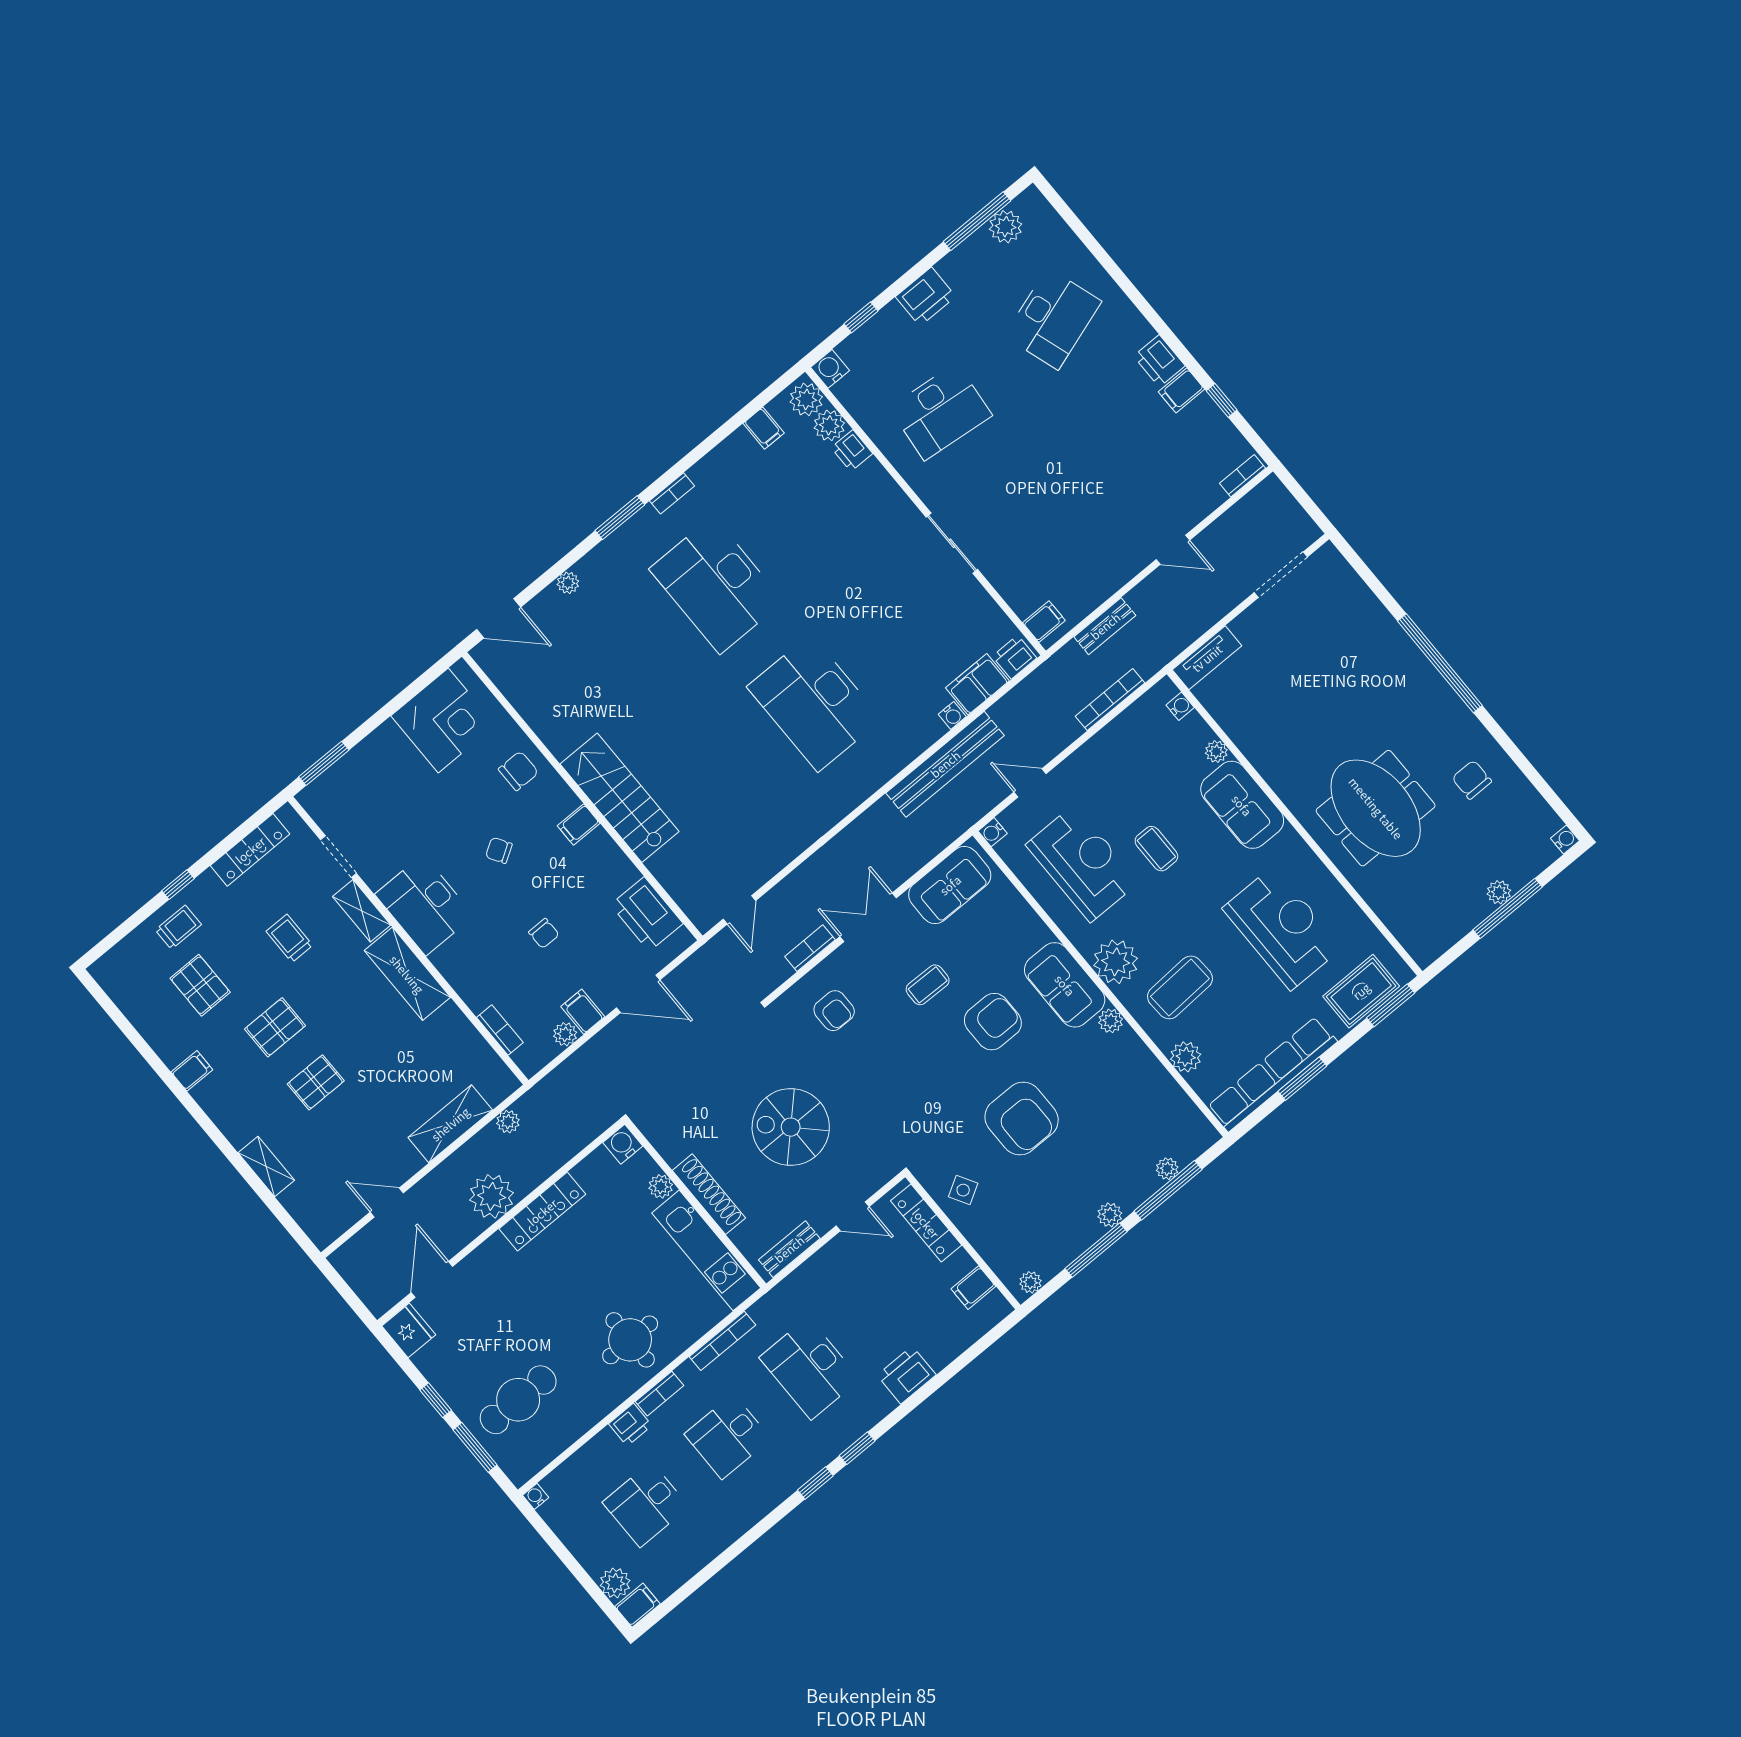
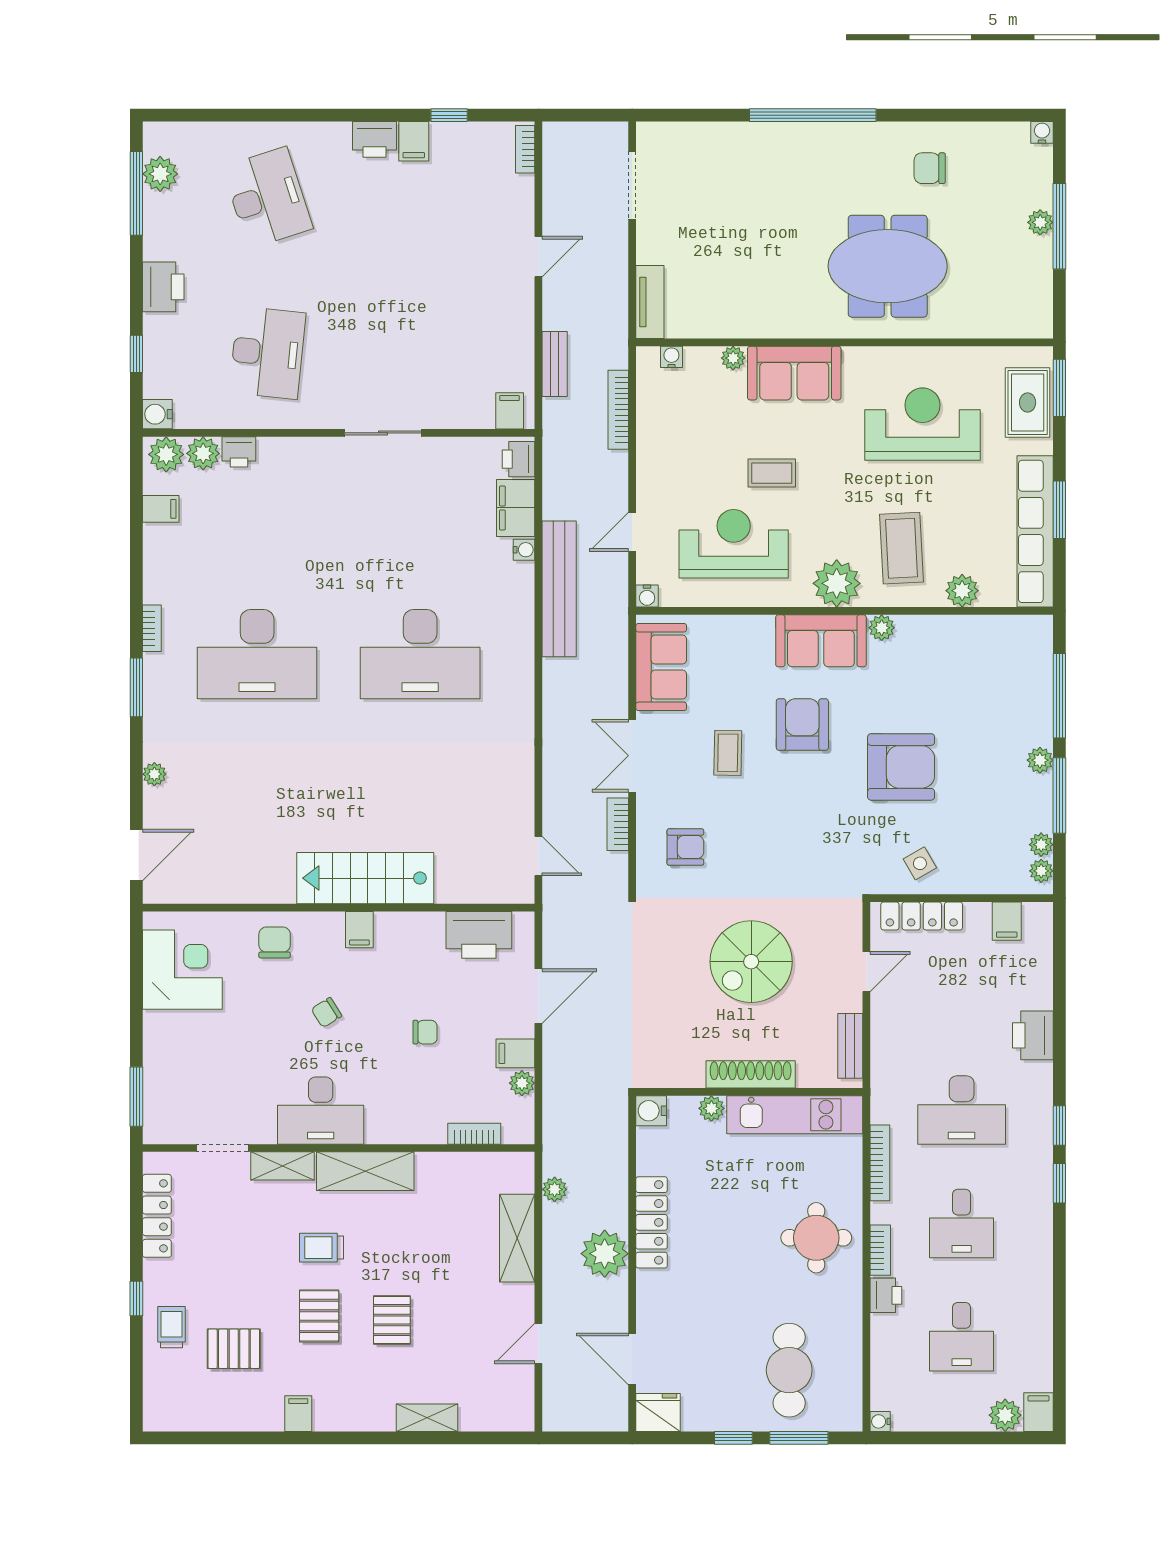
trolley: (289, 938) -> (321, 1248), moved
plant: (1167, 1169) -> (1041, 845), moved

